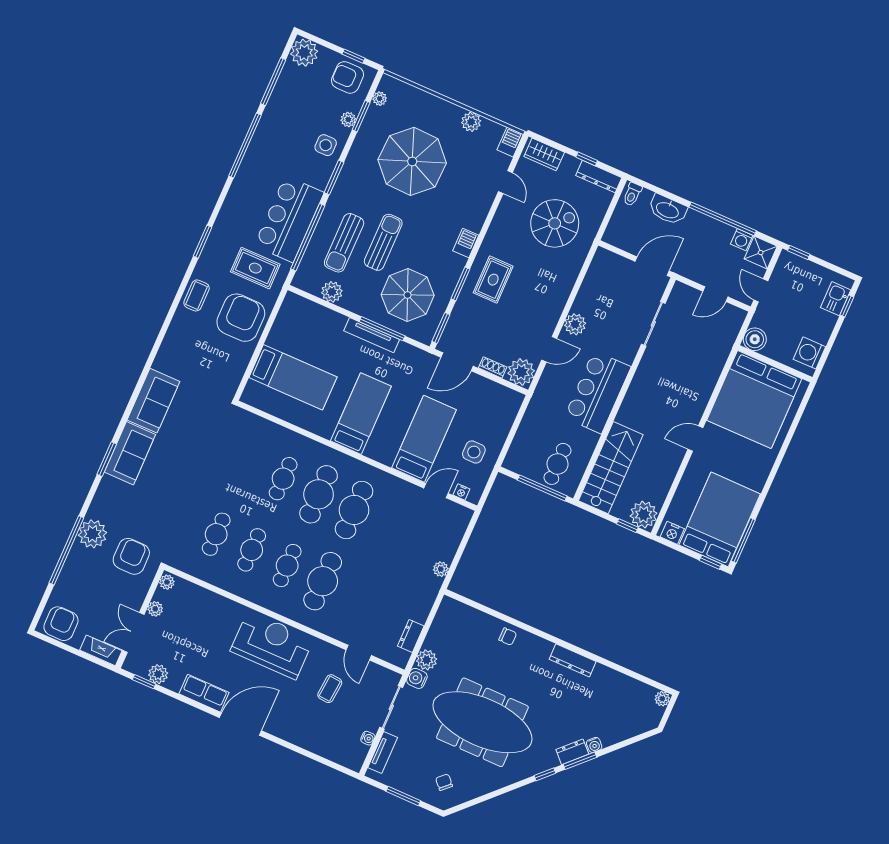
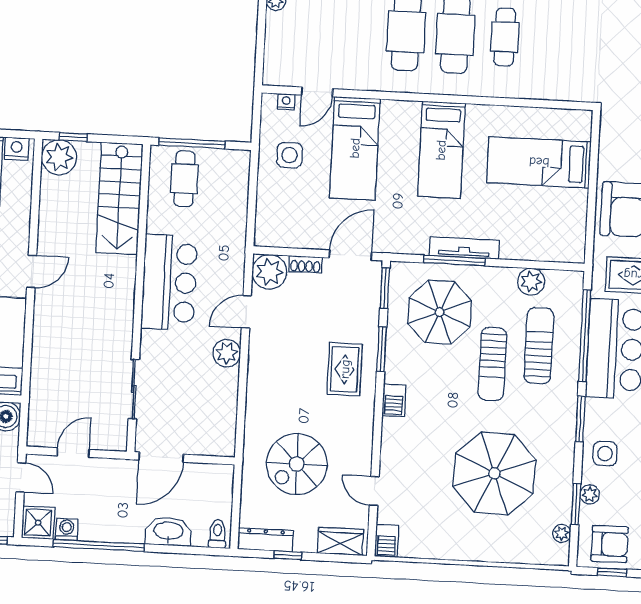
plant: (471, 122) -> (442, 547), removed

